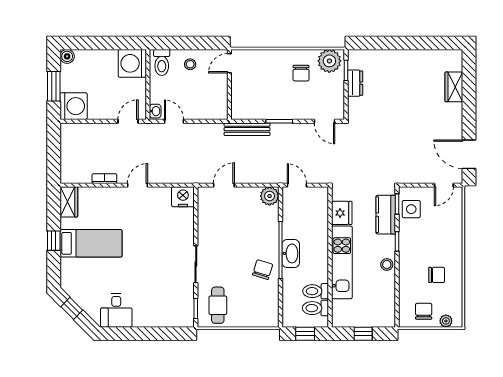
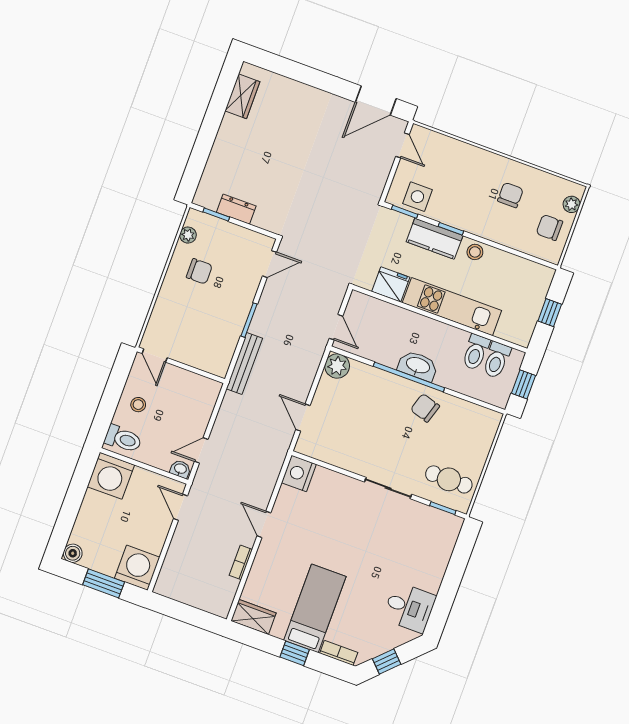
plant: (329, 61) -> (188, 235), width x0.53, depth x0.53
wardrobe: (454, 87) -> (242, 96), moved, turned -90
door: (297, 185) -> (336, 327), swing flipped
kitchen counter: (386, 215) -> (435, 239), moved
bookcase: (65, 272) -> (339, 653), added

